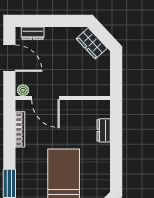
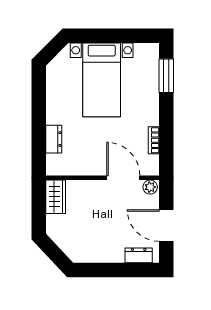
wardrobe: (92, 43) -> (56, 197), moved, turned 43
bookcase: (20, 129) -> (154, 140), width x0.64

